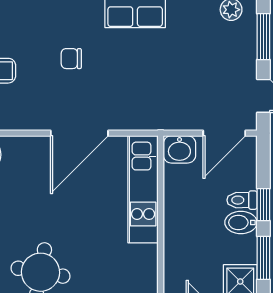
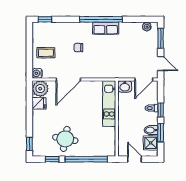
door: (79, 133) -> (68, 79), moved
bidet: (241, 222) -> (151, 130), moved

